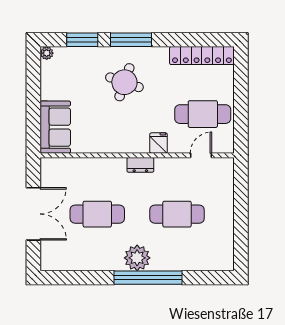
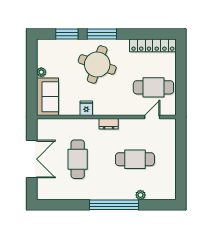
plant: (47, 53) -> (41, 72), moved
round table: (124, 82) -> (97, 64), width x1.36, depth x1.36
fridge: (158, 143) -> (86, 108), moved
cafe table: (97, 214) -> (78, 159), turned 90
plant: (137, 258) -> (141, 195), moved, width x0.53, depth x0.53

